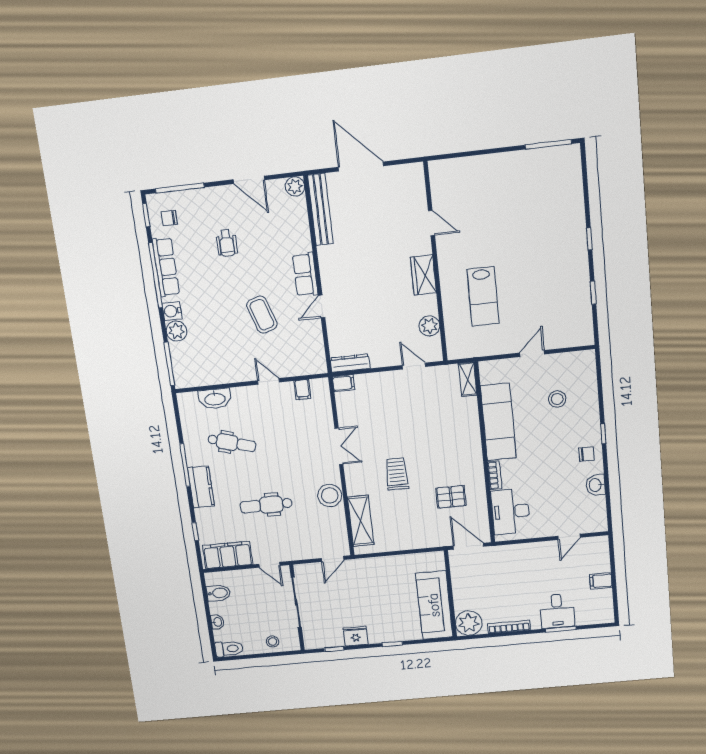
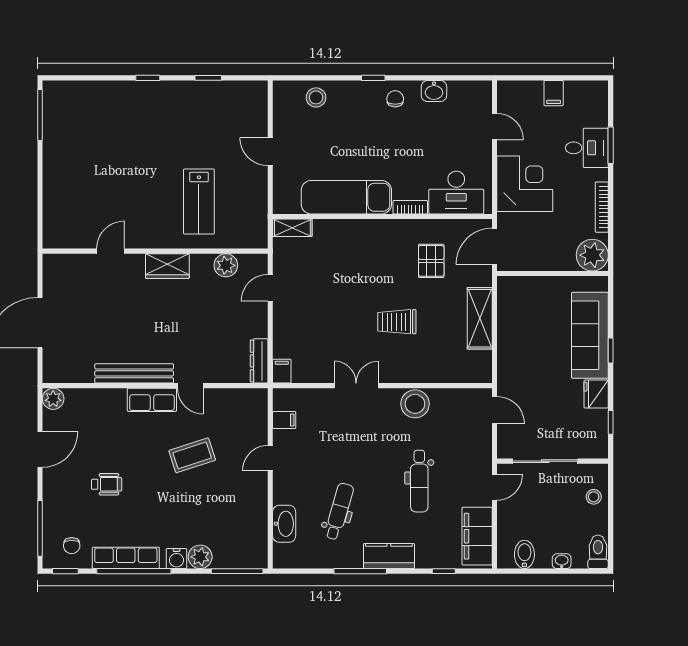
bench: (320, 210) -> (134, 373), moved
lab bench: (483, 296) -> (199, 201), turned 90
stool: (557, 399) -> (316, 97), moved
shelving: (361, 521) -> (480, 318), moved, turned 90
corner desk: (523, 565) -> (525, 184), added
sofa: (434, 605) -> (590, 335), moved, turned 90

